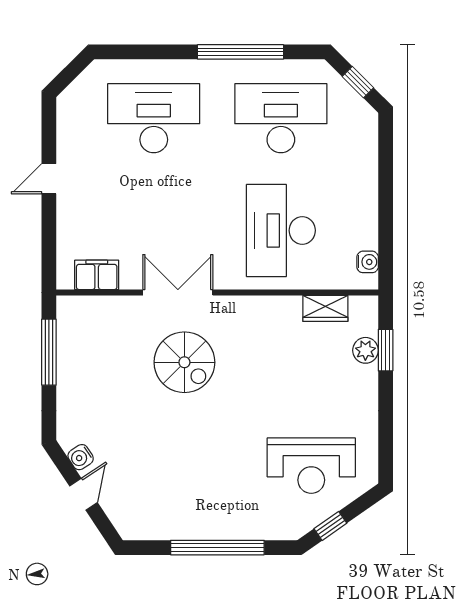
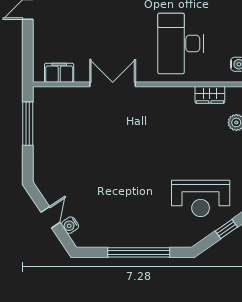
spiral stairs: (184, 362) -> (117, 130), removed
water cooler: (81, 457) -> (70, 225), moved
window: (330, 526) -> (226, 229), moved

